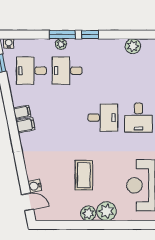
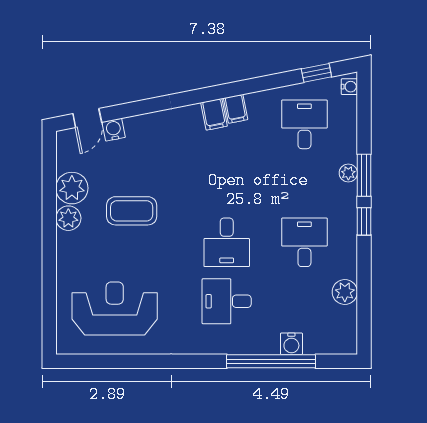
desk: (67, 71) -> (304, 242), moved
plant: (106, 211) -> (72, 188), moved

